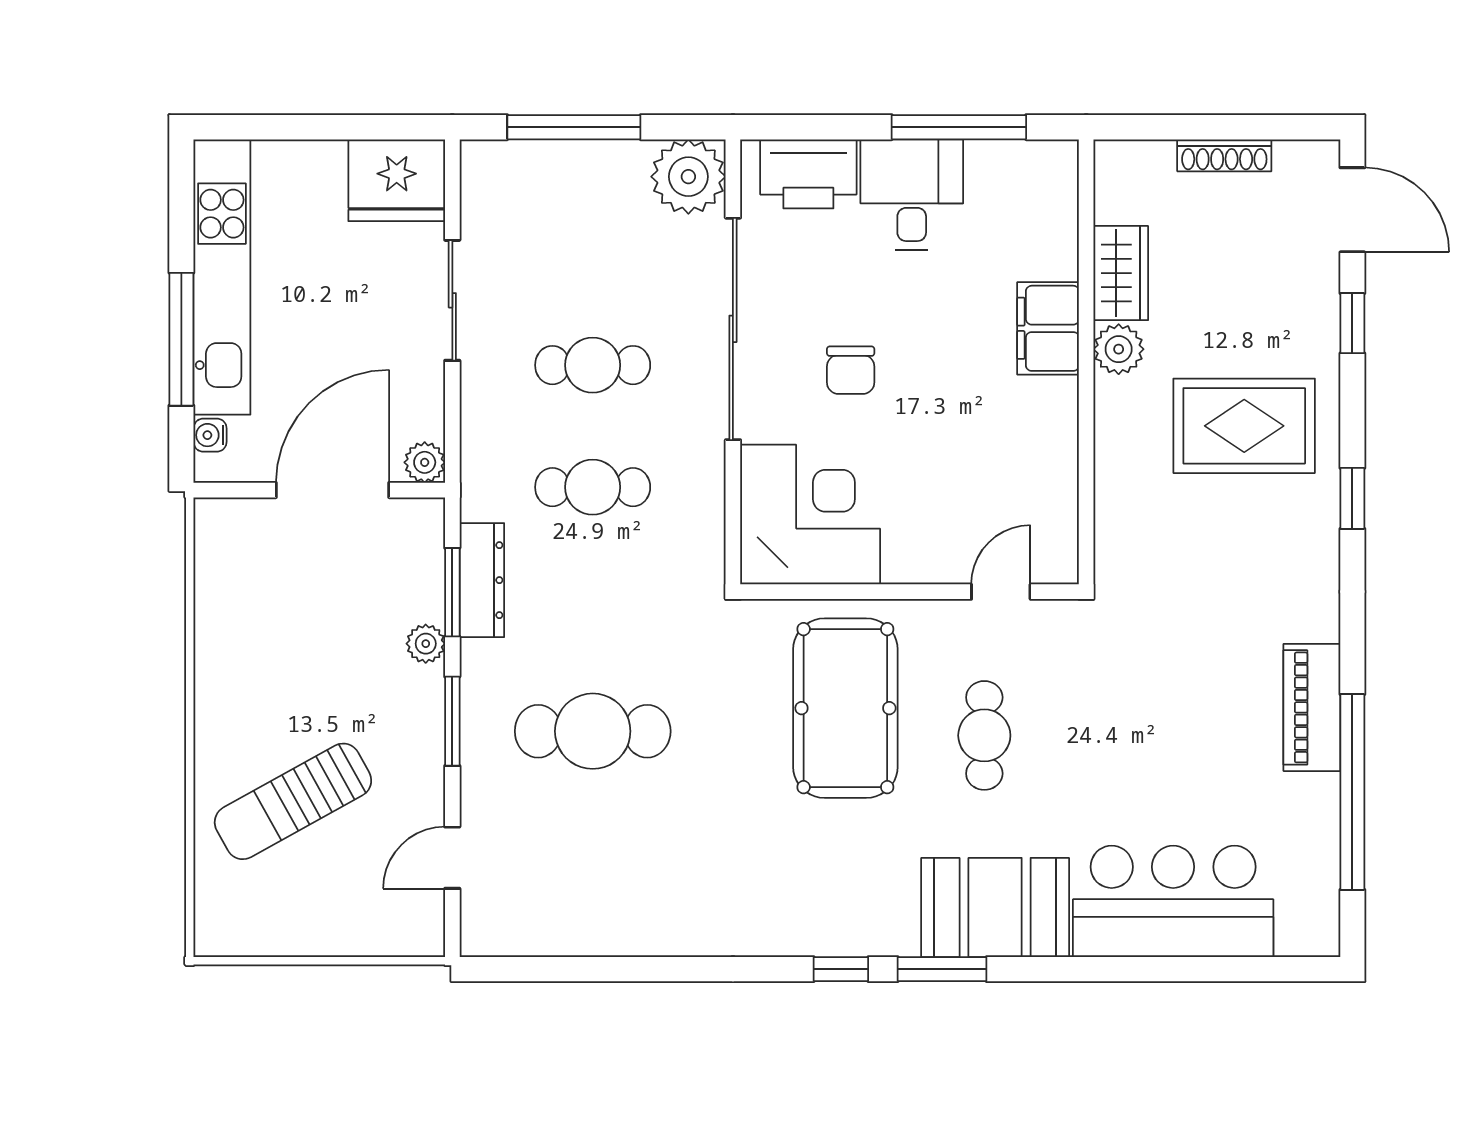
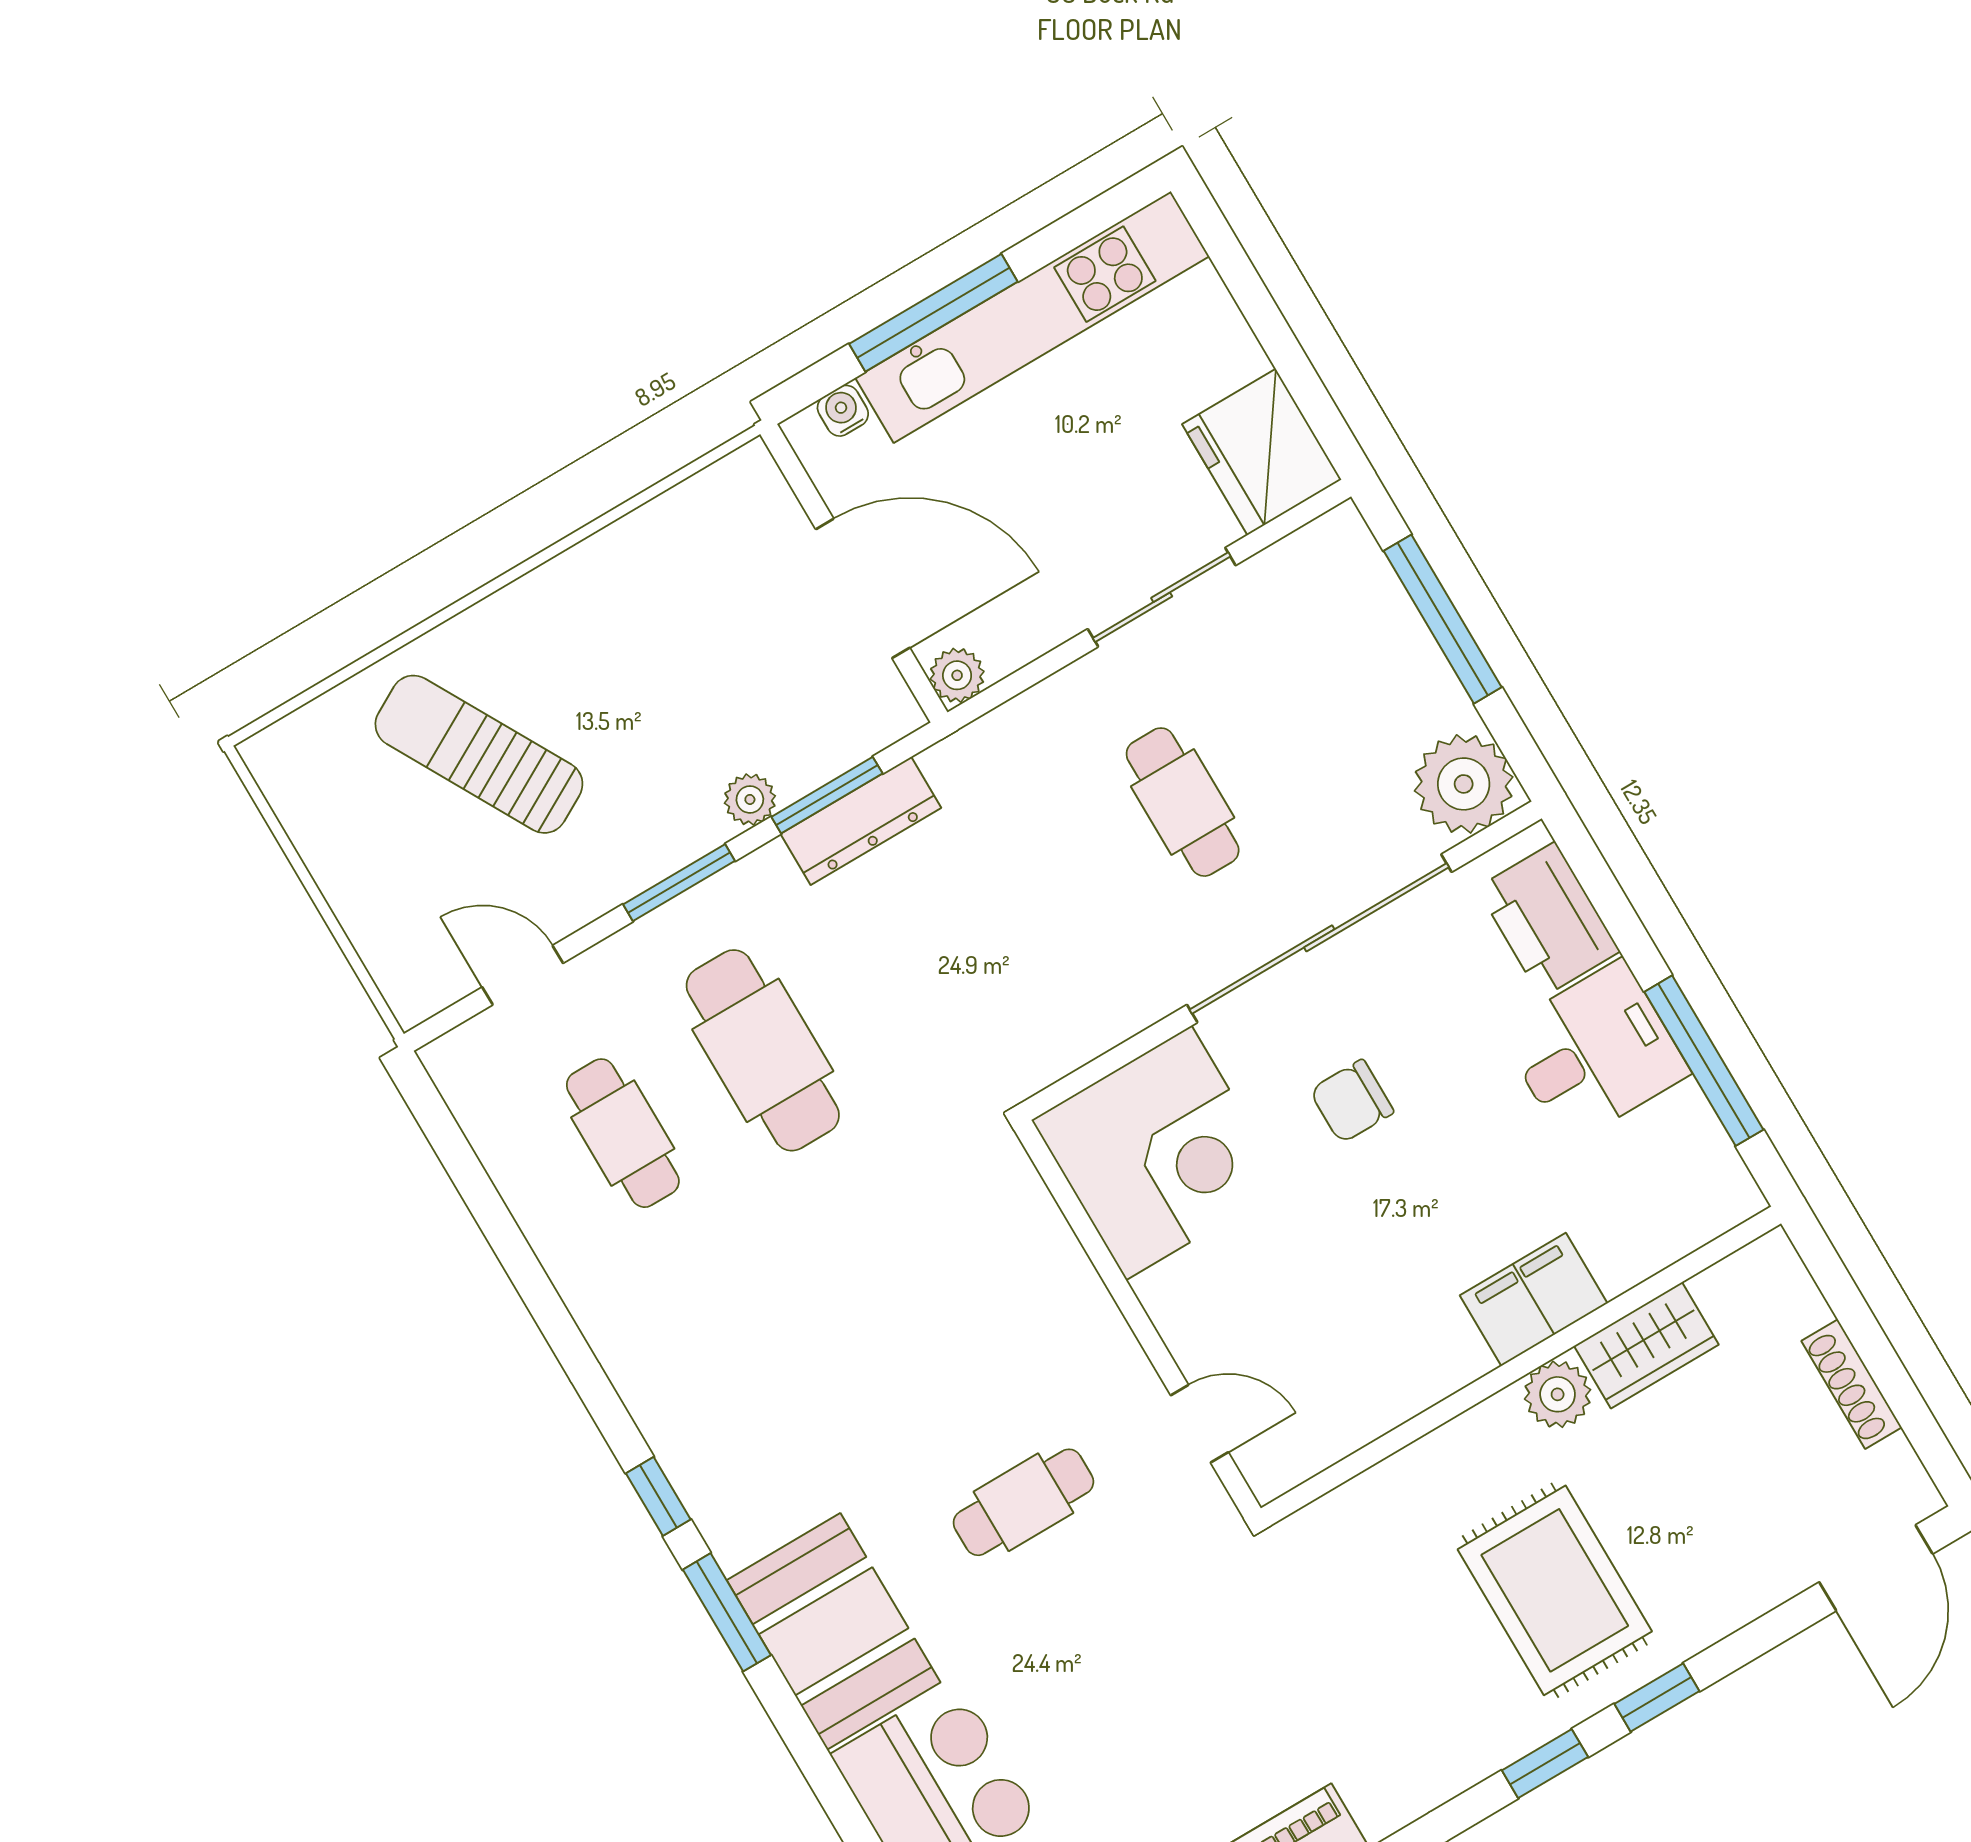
window: (1352, 323) -> (1657, 1697), moved
cafe table: (593, 487) -> (623, 1133), moved
pool table: (845, 708) -> (961, 1324), removed

